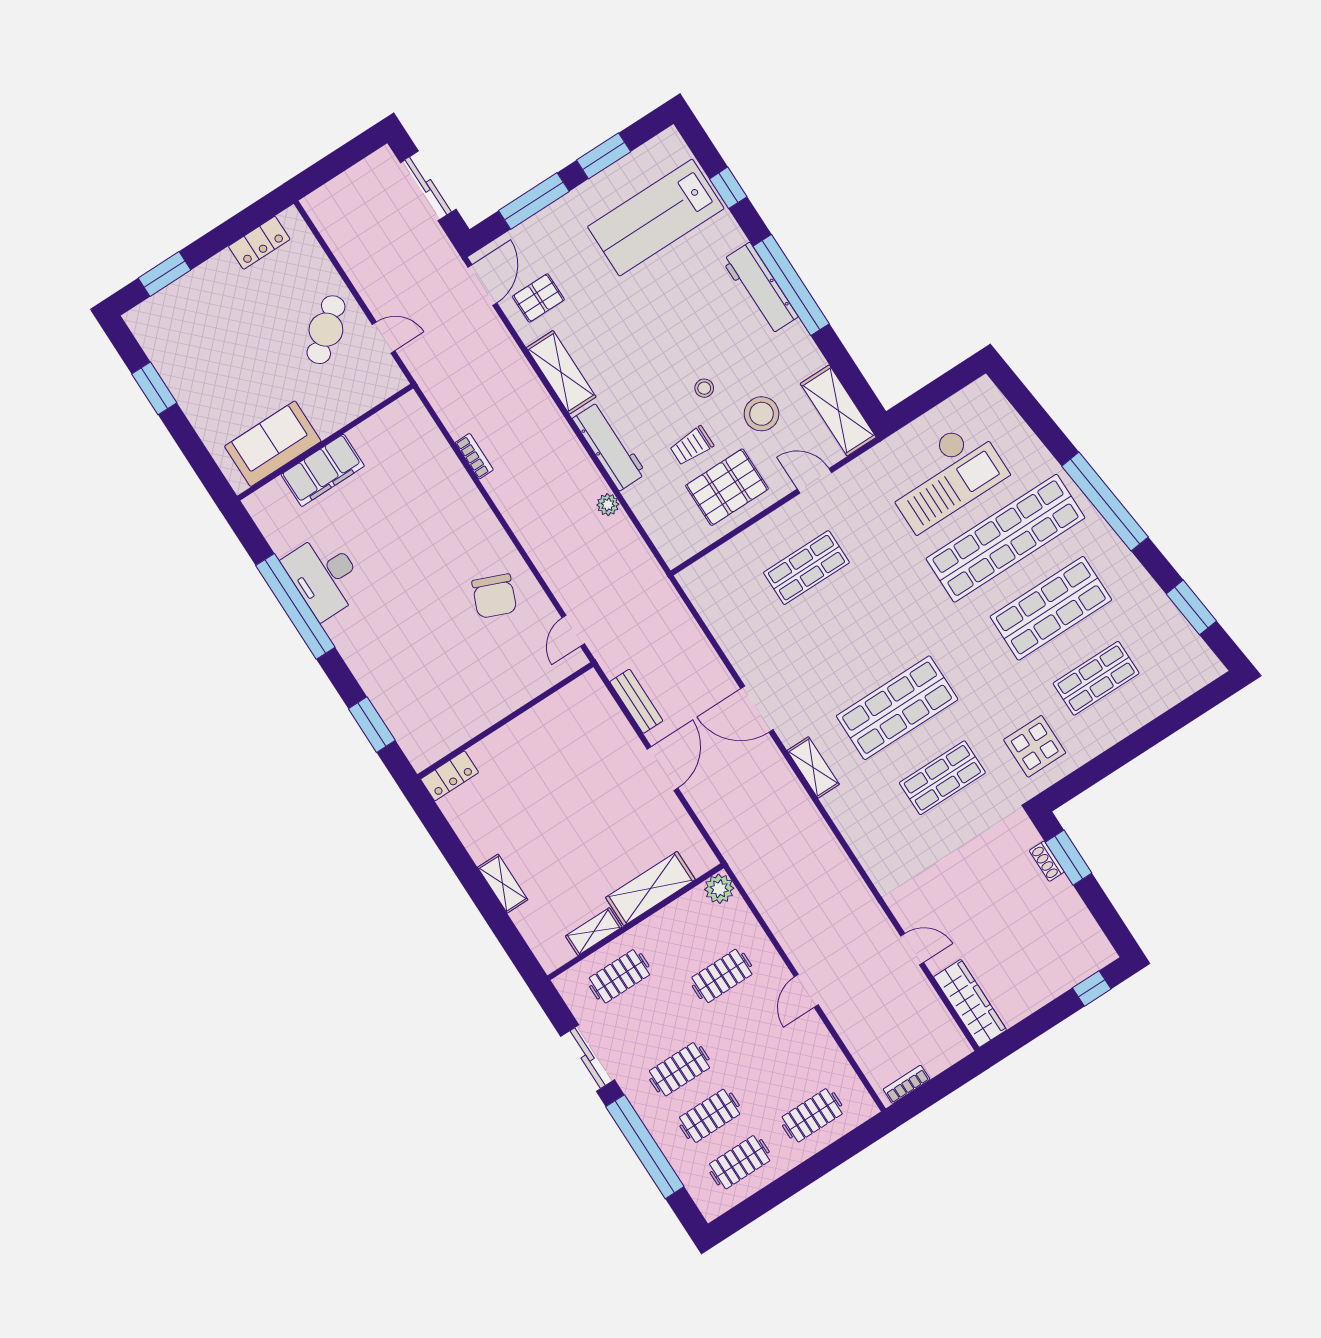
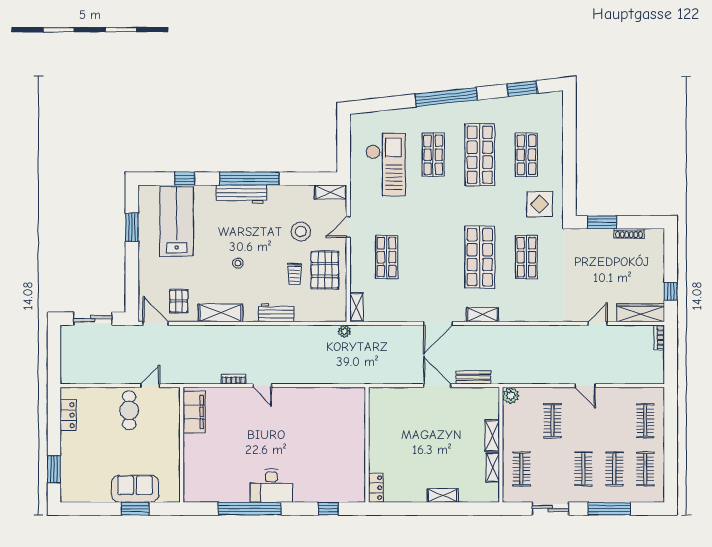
window: (534, 201) -> (132, 274), removed
lab bench: (656, 218) -> (177, 222), turned 180
cafe table: (326, 330) -> (129, 410), turned 40
window: (154, 388) -> (135, 509), moved
stool: (704, 388) -> (238, 263), moved
shelving: (838, 410) -> (331, 192), width x0.67, depth x0.75
sofa: (273, 444) -> (135, 489), moved, turned 90
workbench: (609, 446) -> (276, 313), width x0.73
filing cabinet: (323, 470) -> (194, 412), moved
plant: (608, 505) -> (344, 331), moved
shop shelf: (1005, 538) -> (433, 155), width x0.50, depth x0.74
shelving: (702, 571) -> (356, 307), added
desk: (324, 576) -> (271, 486), moved
chair: (494, 596) -> (305, 412), removed
door: (573, 631) -> (262, 386), moved
bench: (636, 701) -> (473, 377), moved
window: (372, 725) -> (328, 509), width x0.67
shoe rack: (1047, 861) -> (629, 233), moved, width x1.43
shelving: (650, 889) -> (492, 436), width x0.67, depth x0.75
window: (1092, 988) -> (671, 291), moved
bookcase: (907, 1084) -> (659, 337), moved
window: (645, 1147) -> (609, 509), width x0.68

